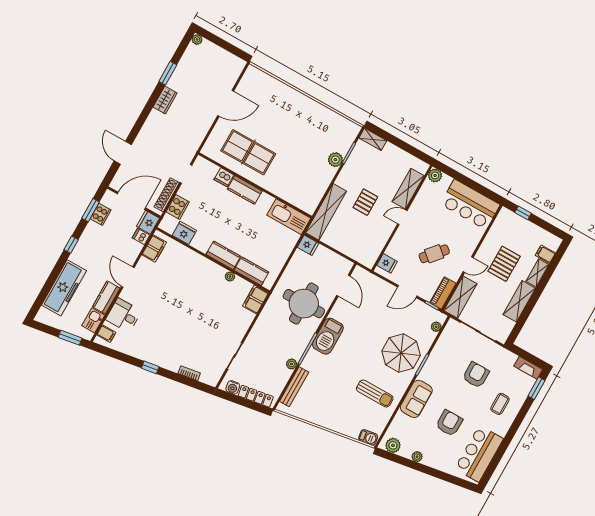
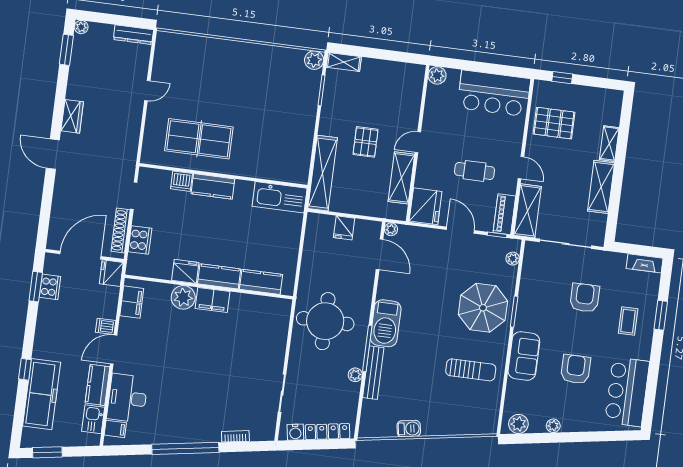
dresser: (232, 60) -> (133, 35), added
window: (168, 73) -> (66, 50), moved
door: (226, 103) -> (147, 91), width x0.53
door: (123, 153) -> (53, 154), moved
plant: (335, 160) -> (314, 60), moved
shelving: (408, 189) -> (401, 178), moved
fridge: (184, 233) -> (185, 271), moved
dishwasher: (141, 237) -> (106, 326), moved
window: (71, 245) -> (25, 369), moved
fridge: (308, 245) -> (344, 228), moved, turned 90
cafe table: (434, 254) -> (475, 171), turned 49
filing cabinet: (545, 254) -> (610, 117), removed
fridge: (387, 263) -> (426, 206), width x1.88, depth x1.34
pallet: (504, 264) -> (554, 123), moved, turned 90
door: (468, 265) -> (521, 168), hinge flipped
plant: (358, 271) -> (391, 229), added
door: (128, 277) -> (114, 350), hinge flipped
plant: (230, 277) -> (183, 297), moved, width x1.88, depth x1.88
door: (407, 292) -> (460, 230), swing flipped
filing cabinet: (256, 299) -> (212, 300), moved, turned -90
round table: (304, 304) -> (325, 321), moved
desk: (124, 315) -> (127, 398), width x1.37
window: (70, 338) -> (47, 452), moved
window: (150, 367) -> (185, 448), width x3.17
bench: (294, 387) -> (373, 373), moved
window: (537, 388) -> (661, 315), moved
barbecue: (368, 437) -> (409, 429), moved

